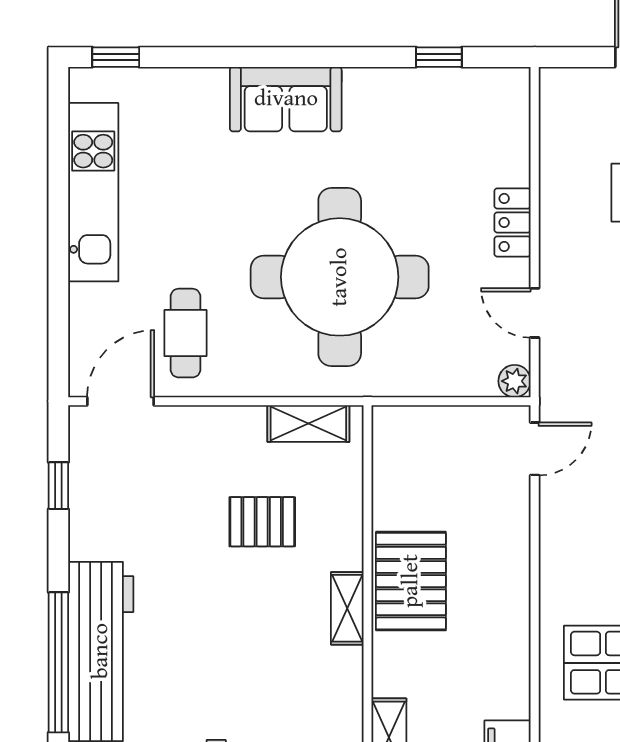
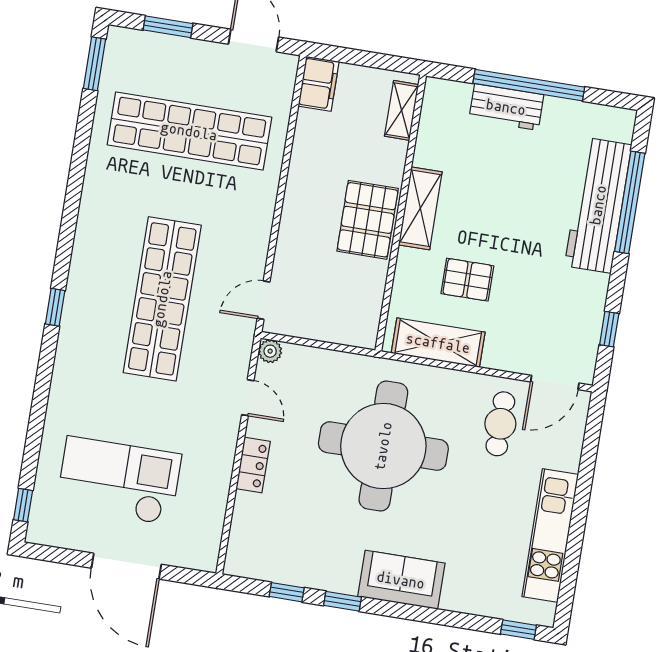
window: (361, 57) -> (342, 601), added
shelving: (308, 423) -> (438, 343), width x1.50, depth x1.33
shelving: (347, 608) -> (420, 208), width x1.50, depth x1.33

